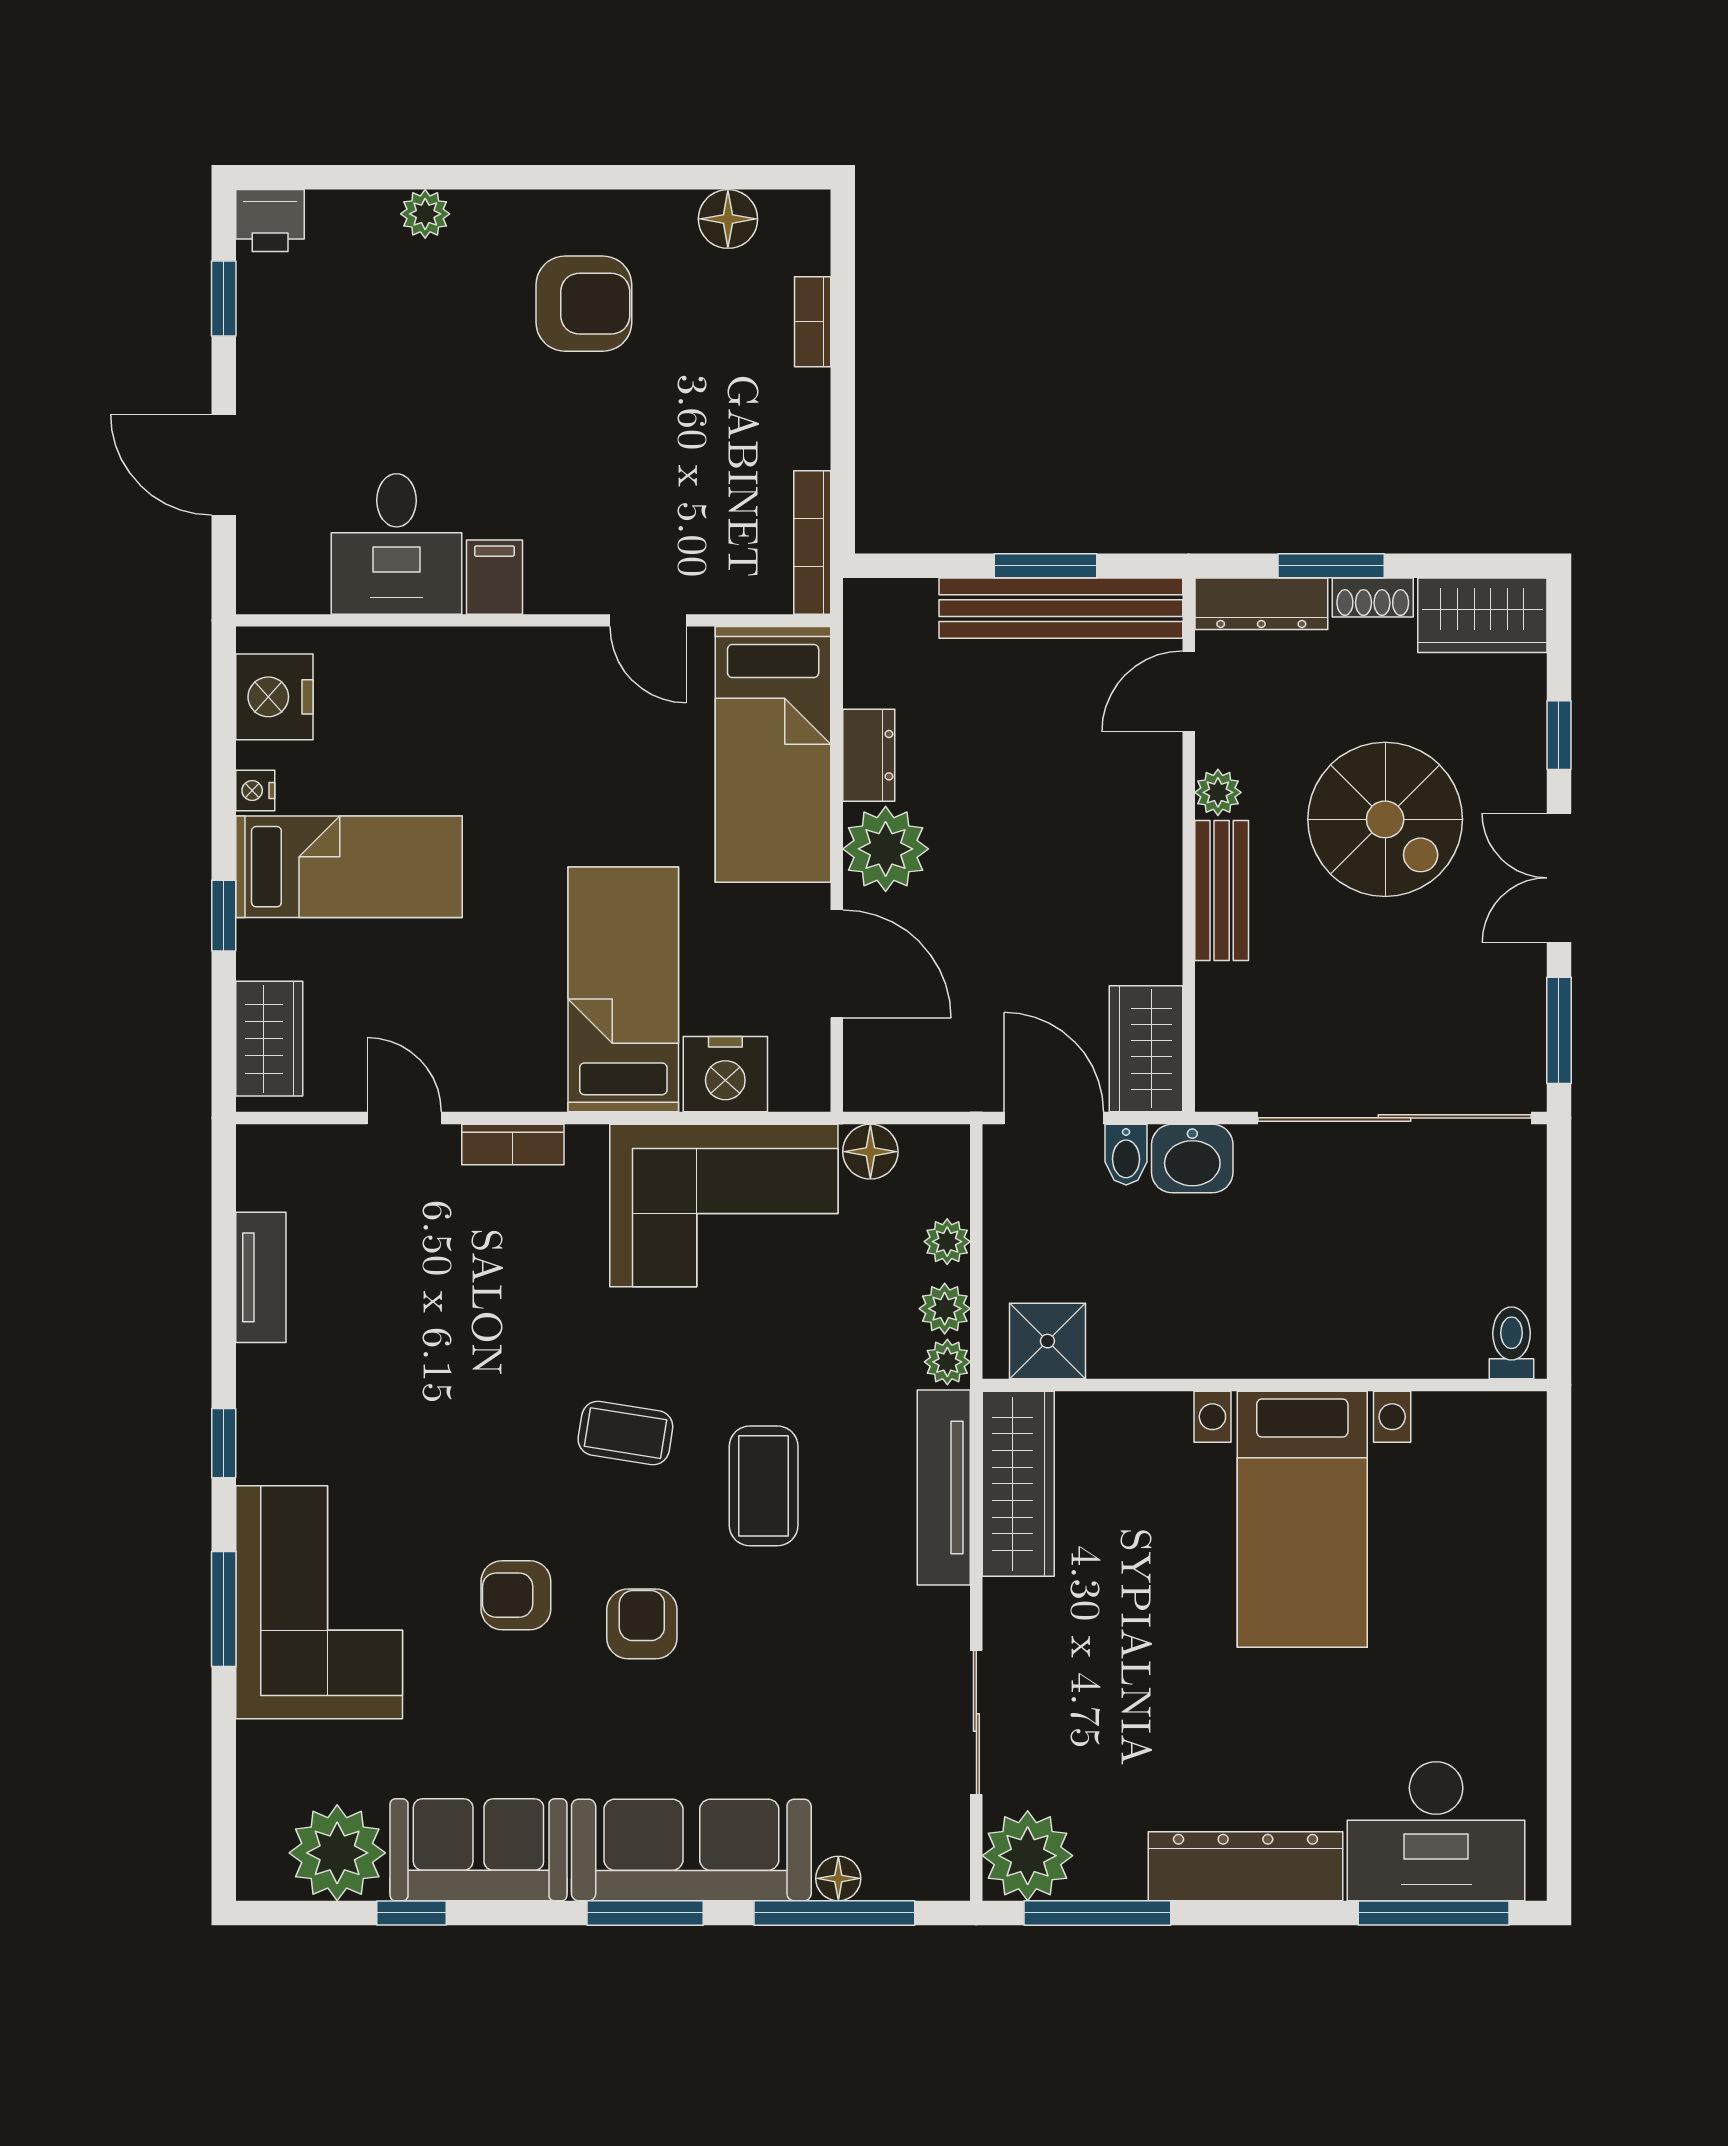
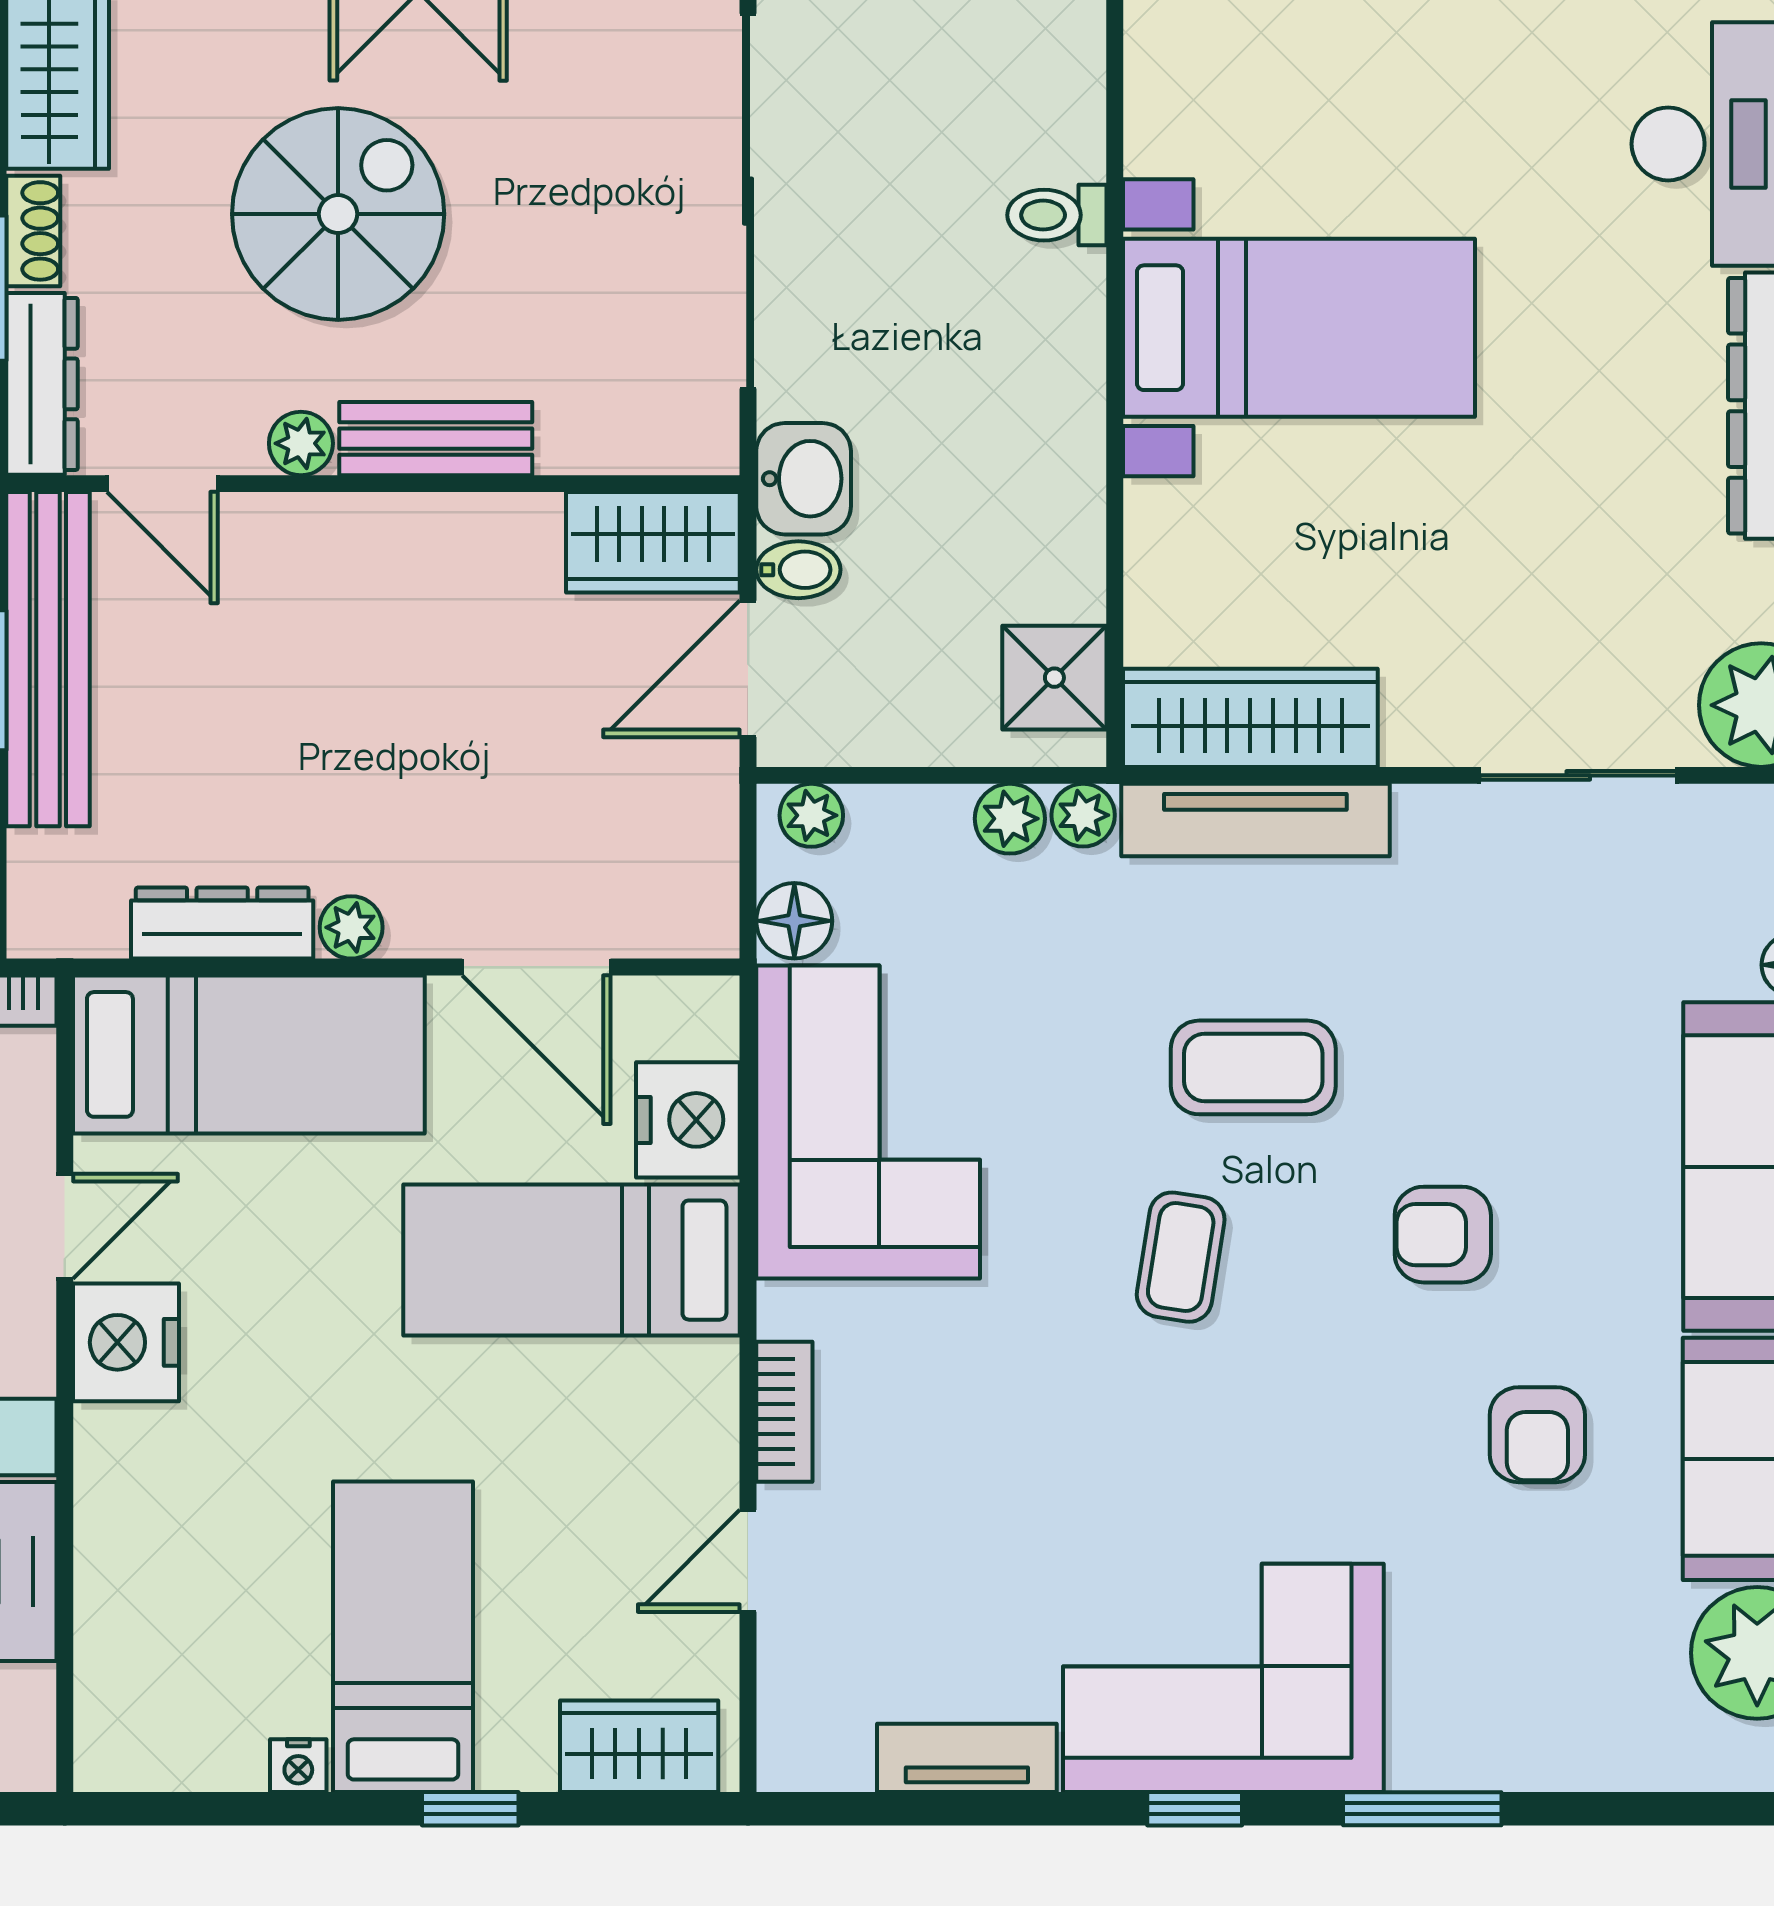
nightstand: (274, 697) -> (126, 1342), moved, turned 90
dresser: (869, 755) -> (222, 923), width x1.44
plant: (886, 849) -> (351, 927), width x0.53, depth x0.53
door: (837, 964) -> (536, 967), swing flipped
plant: (947, 1242) -> (811, 815), moved
toilet: (1512, 1343) -> (1057, 215), moved
armchair: (516, 1595) -> (1537, 1435), moved
corner sofa: (319, 1602) -> (1223, 1678), moved

